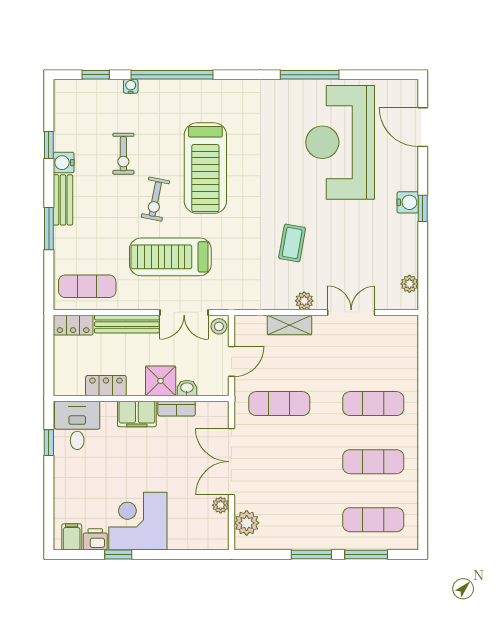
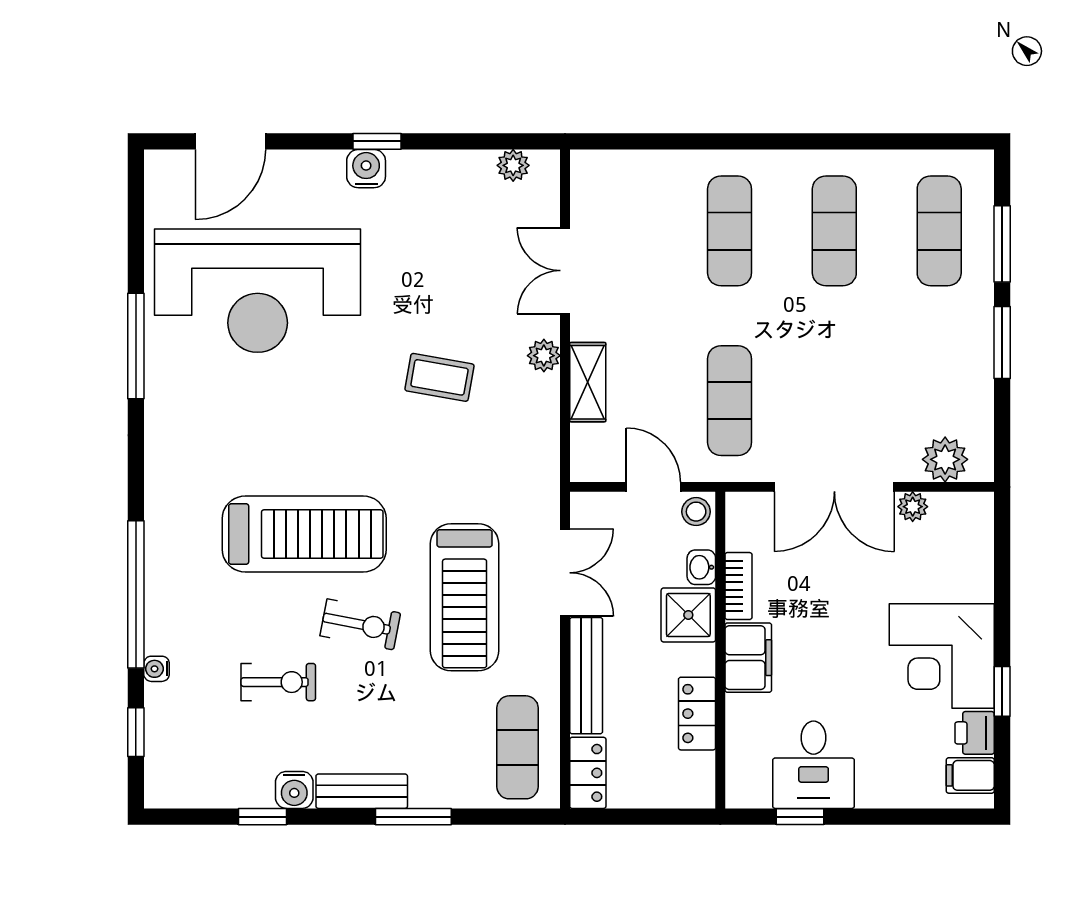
stool: (219, 326) -> (696, 512), moved
desk: (77, 425) -> (814, 765), moved, turned -90

